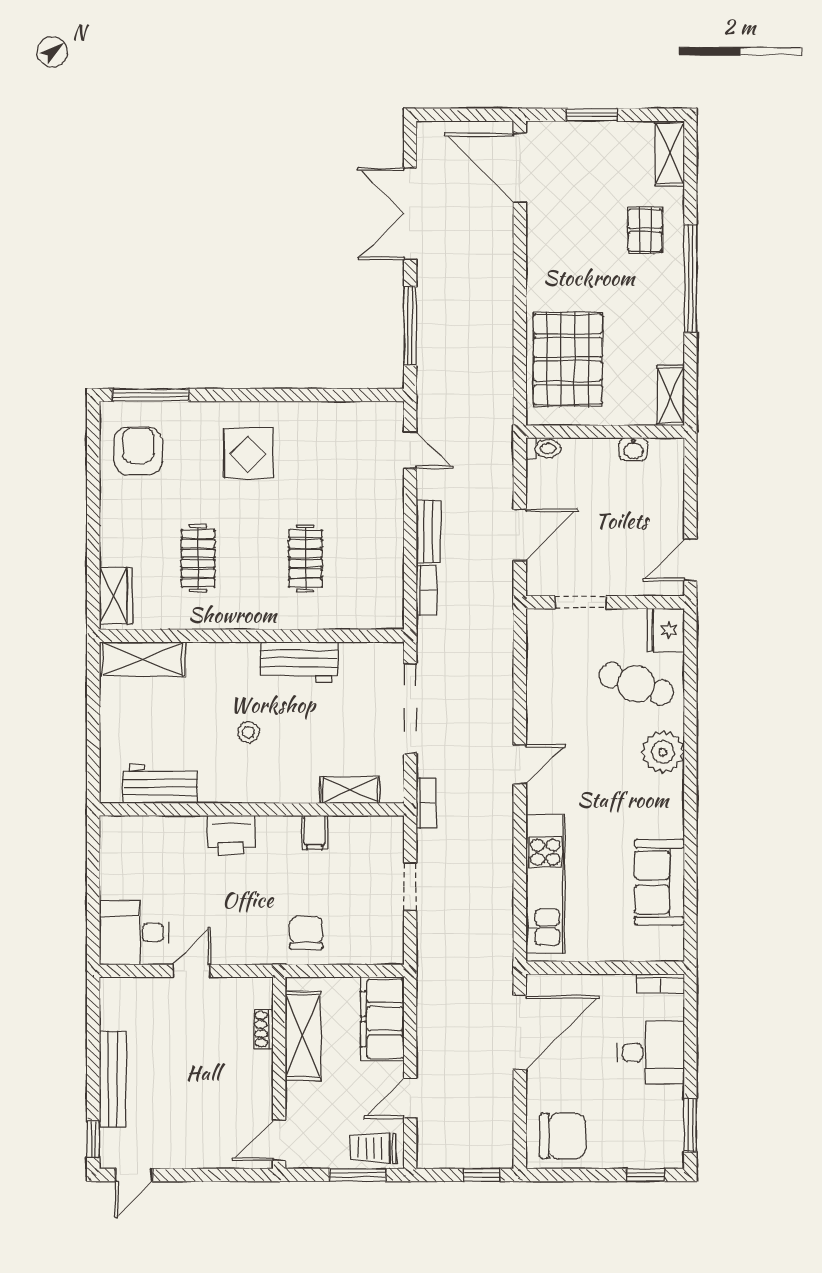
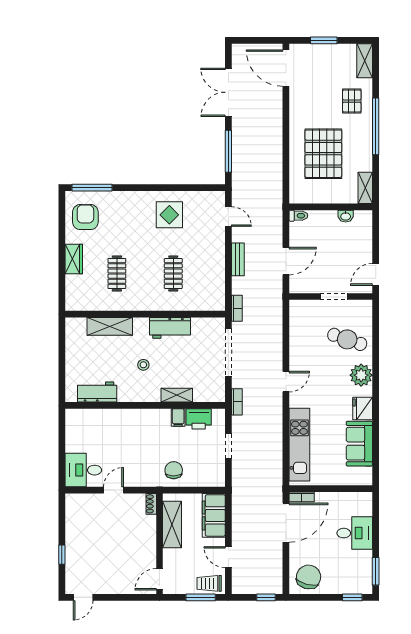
pallet: (568, 359) -> (323, 154), moved
display table: (248, 453) -> (169, 215), moved
bookcase: (426, 590) -> (237, 308), moved
wardrobe: (116, 596) -> (74, 259), moved
doorway: (581, 602) -> (334, 297), moved
fridge: (666, 630) -> (363, 408), moved
shelving: (142, 659) -> (110, 326), moved
shelving: (350, 790) -> (177, 395), moved
printer: (231, 835) -> (199, 419), moved
bookcase: (660, 983) -> (302, 497), moved
shoe rack: (263, 1029) -> (151, 504), moved
bench: (113, 1079) -> (72, 547), removed
door: (410, 1098) -> (228, 557), hinge flipped
chair: (563, 1136) -> (309, 577), turned -75
window: (93, 1139) -> (62, 555), moved

